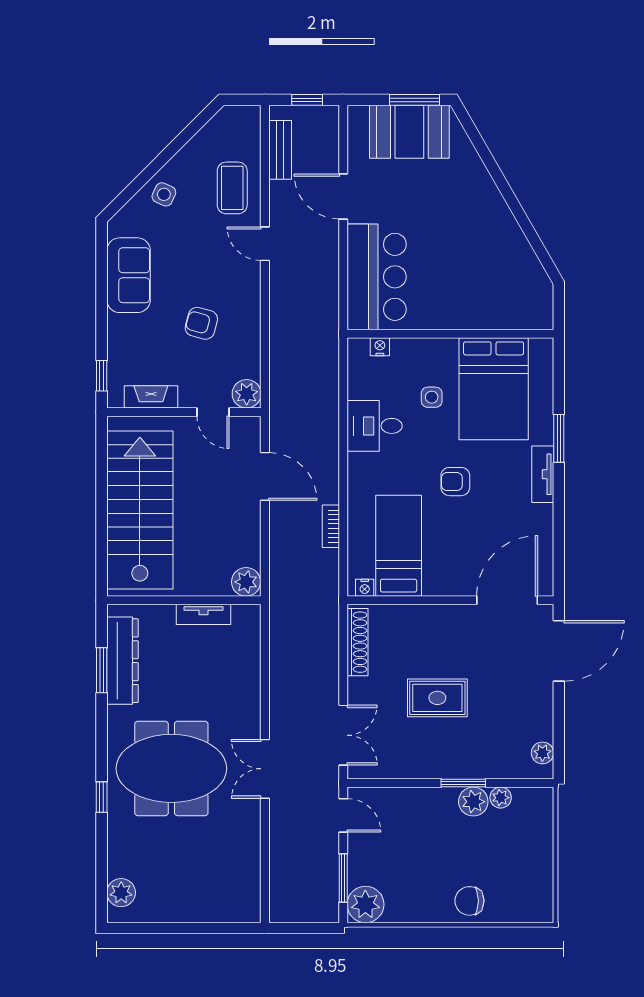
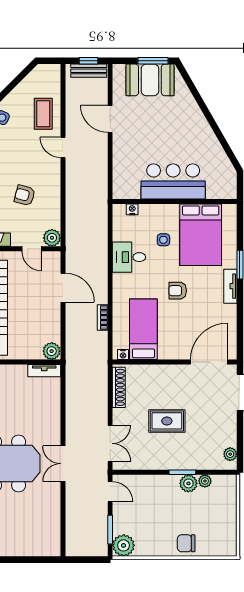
bench: (280, 150) -> (89, 71), moved, turned 90
bar counter: (377, 277) -> (173, 181), moved, turned -90
tv unit: (204, 614) -> (44, 371), moved

